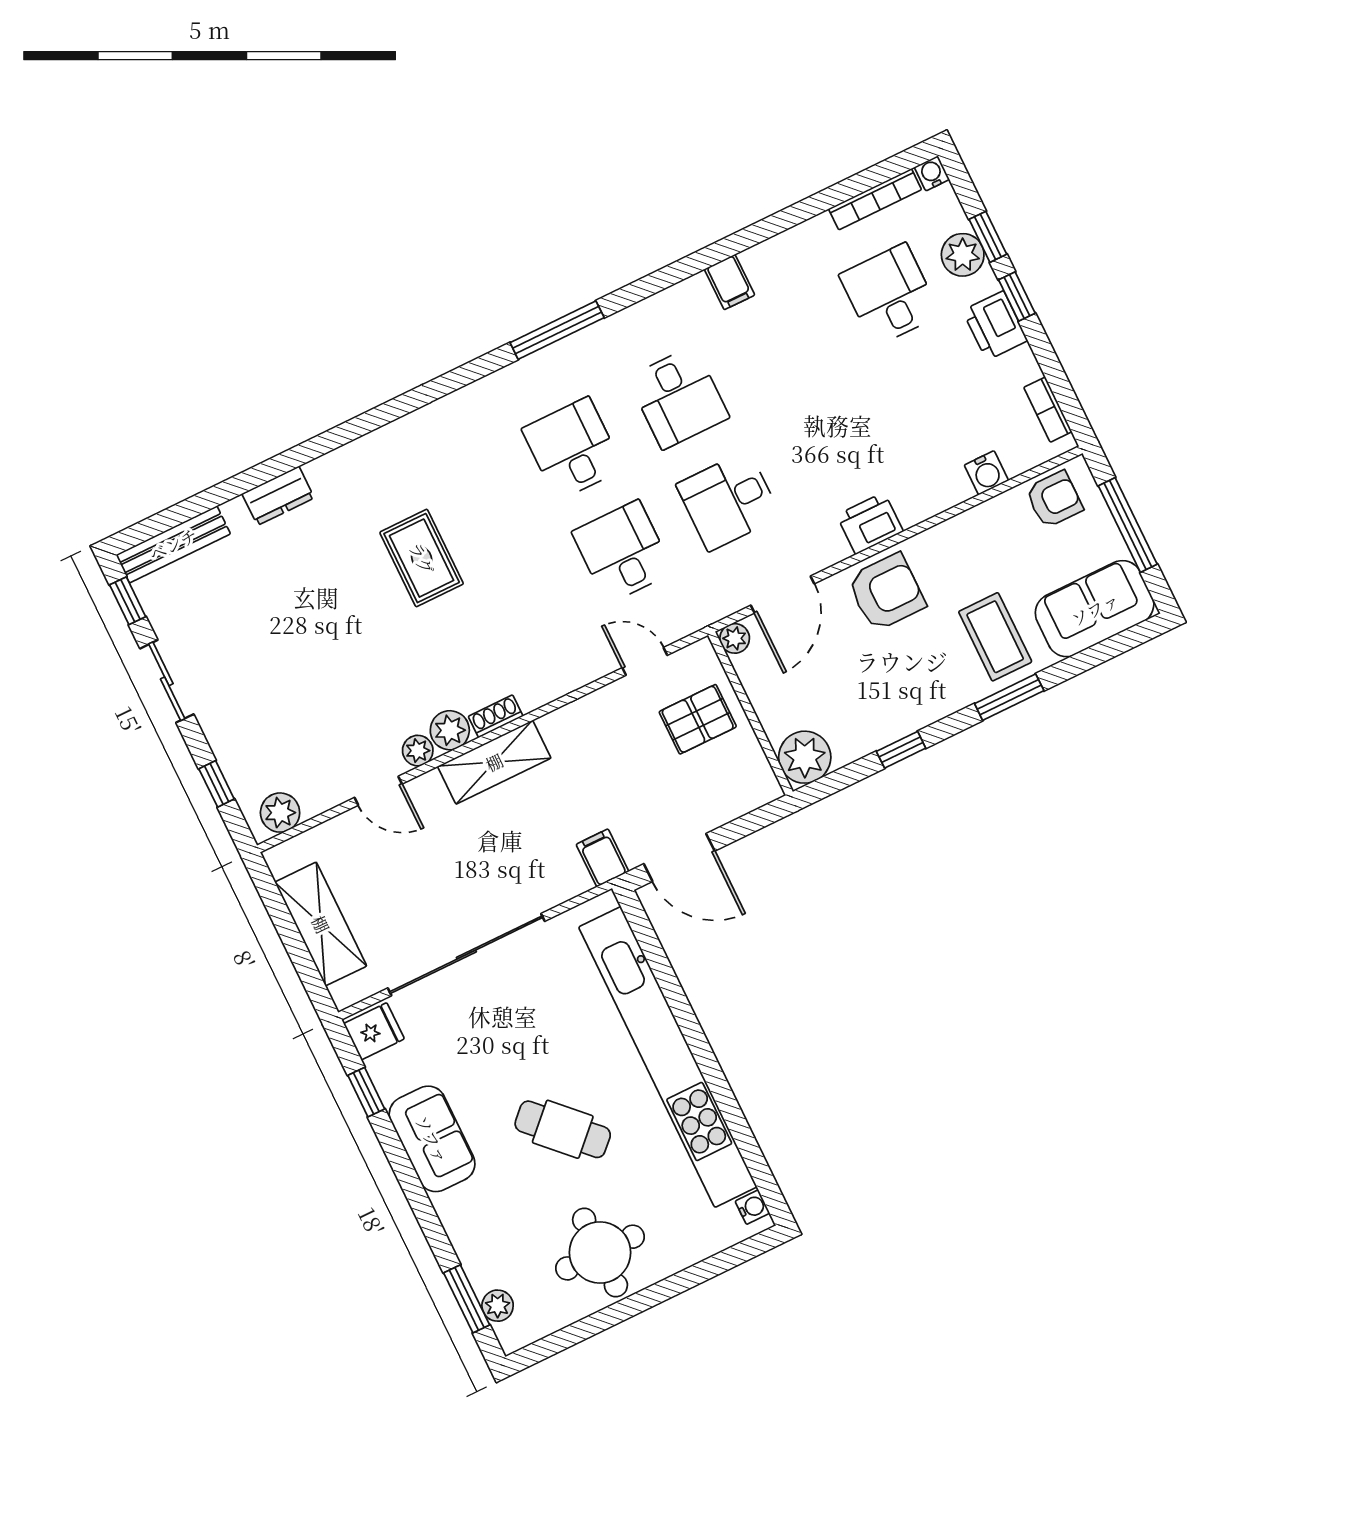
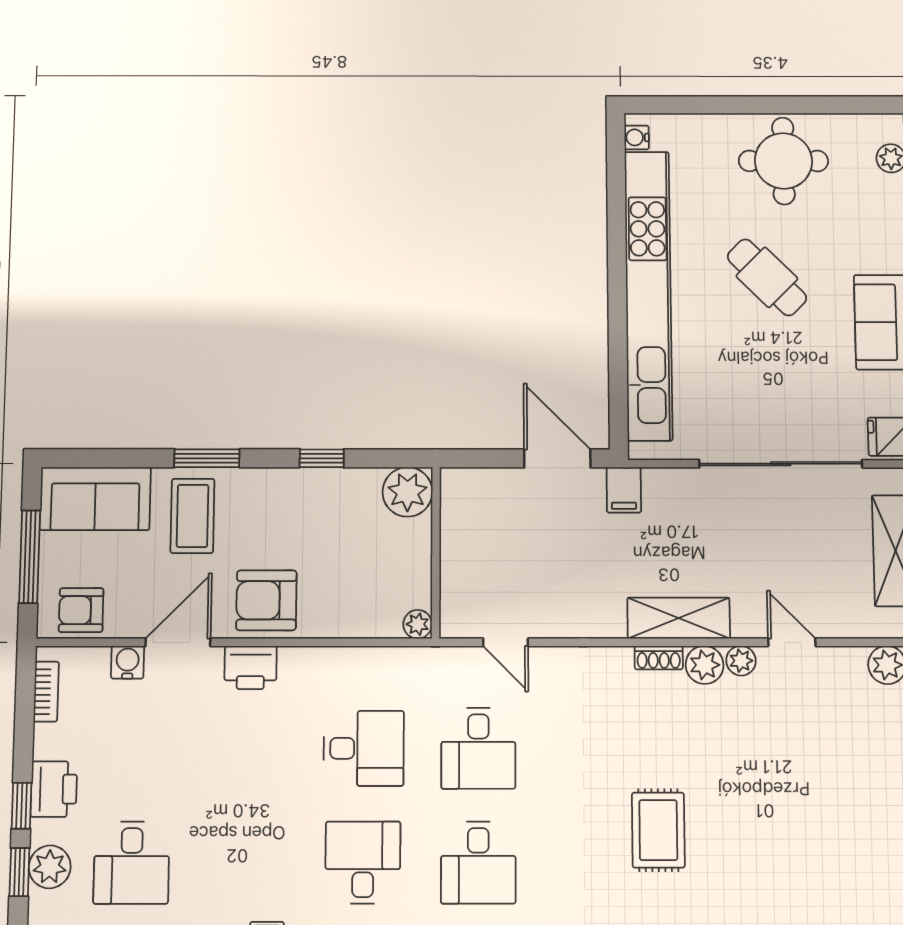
door: (783, 595) -> (178, 642), moved
pallet: (698, 719) -> (484, 569), removed

